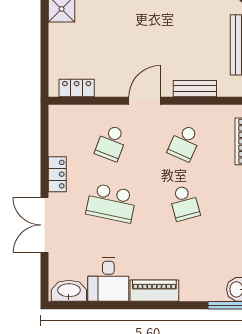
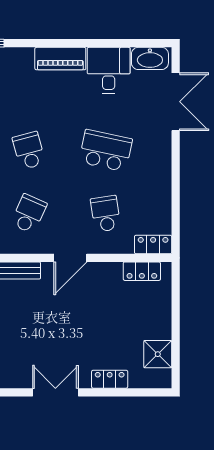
school desk: (111, 143) -> (106, 214), turned -30
locker: (57, 174) -> (153, 245), moved, turned 90
double door: (45, 225) -> (176, 102), moved

